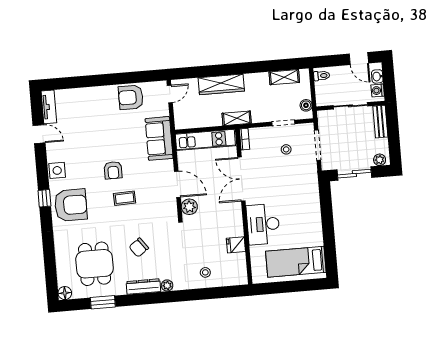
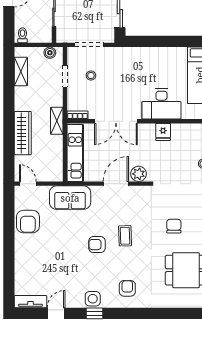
armchair: (113, 170) -> (97, 245), turned 180
window: (44, 198) -> (94, 313), moved
armchair: (71, 205) -> (127, 288), width x0.53, depth x0.53
fridge: (236, 245) -> (163, 132), moved
chair: (139, 247) -> (174, 226), turned -144

